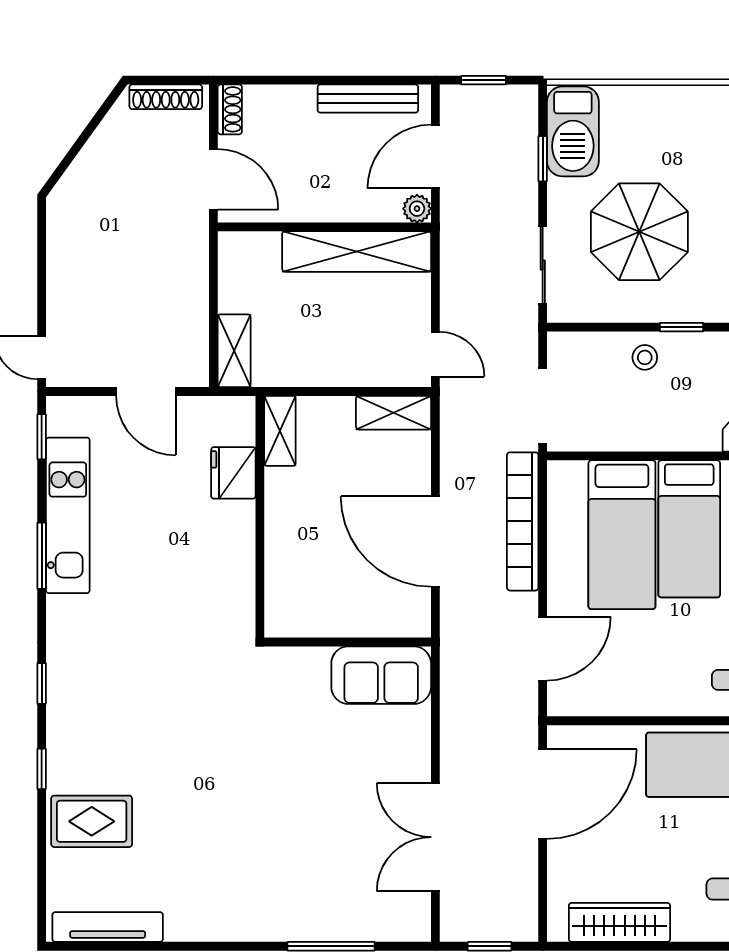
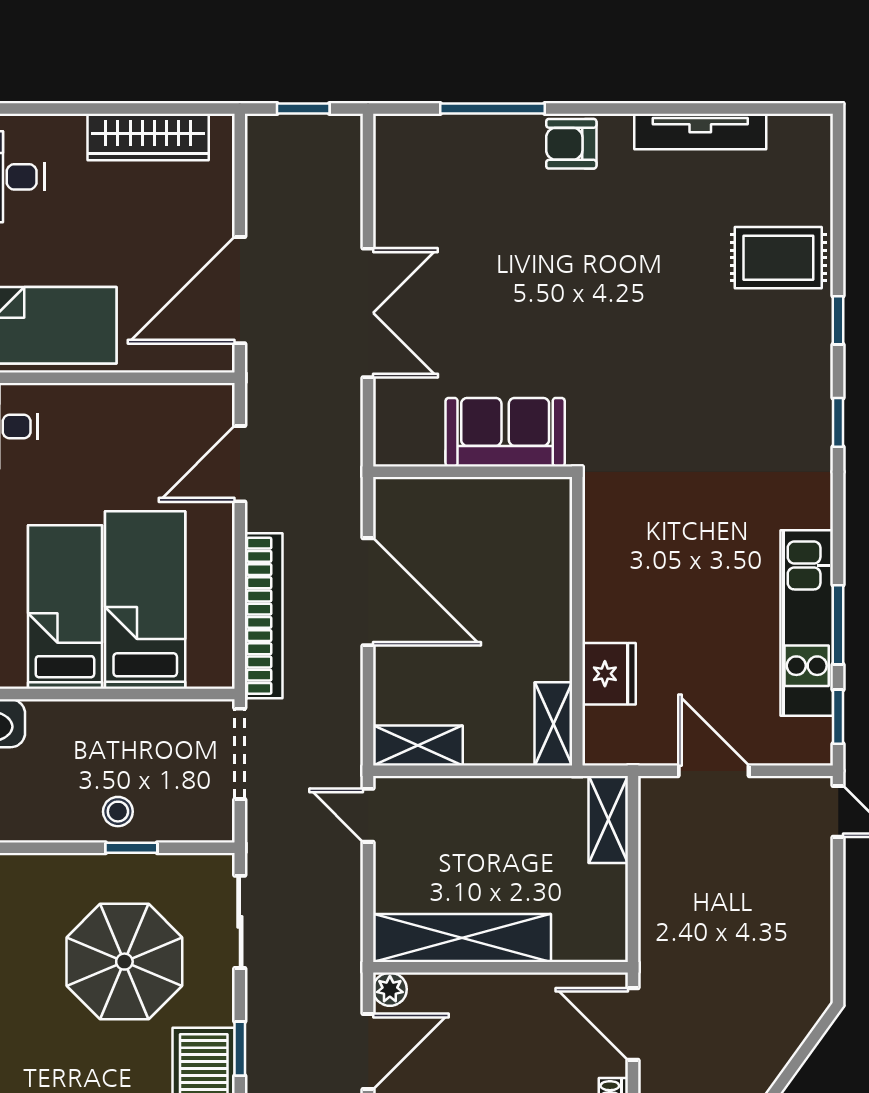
window: (682, 327) -> (131, 848), moved
window: (42, 556) -> (838, 625), moved
sofa: (381, 675) -> (505, 432), moved
double door: (435, 837) -> (368, 313), moved
armchair: (265, 917) -> (571, 144), added
tv unit: (108, 927) -> (700, 132), moved

